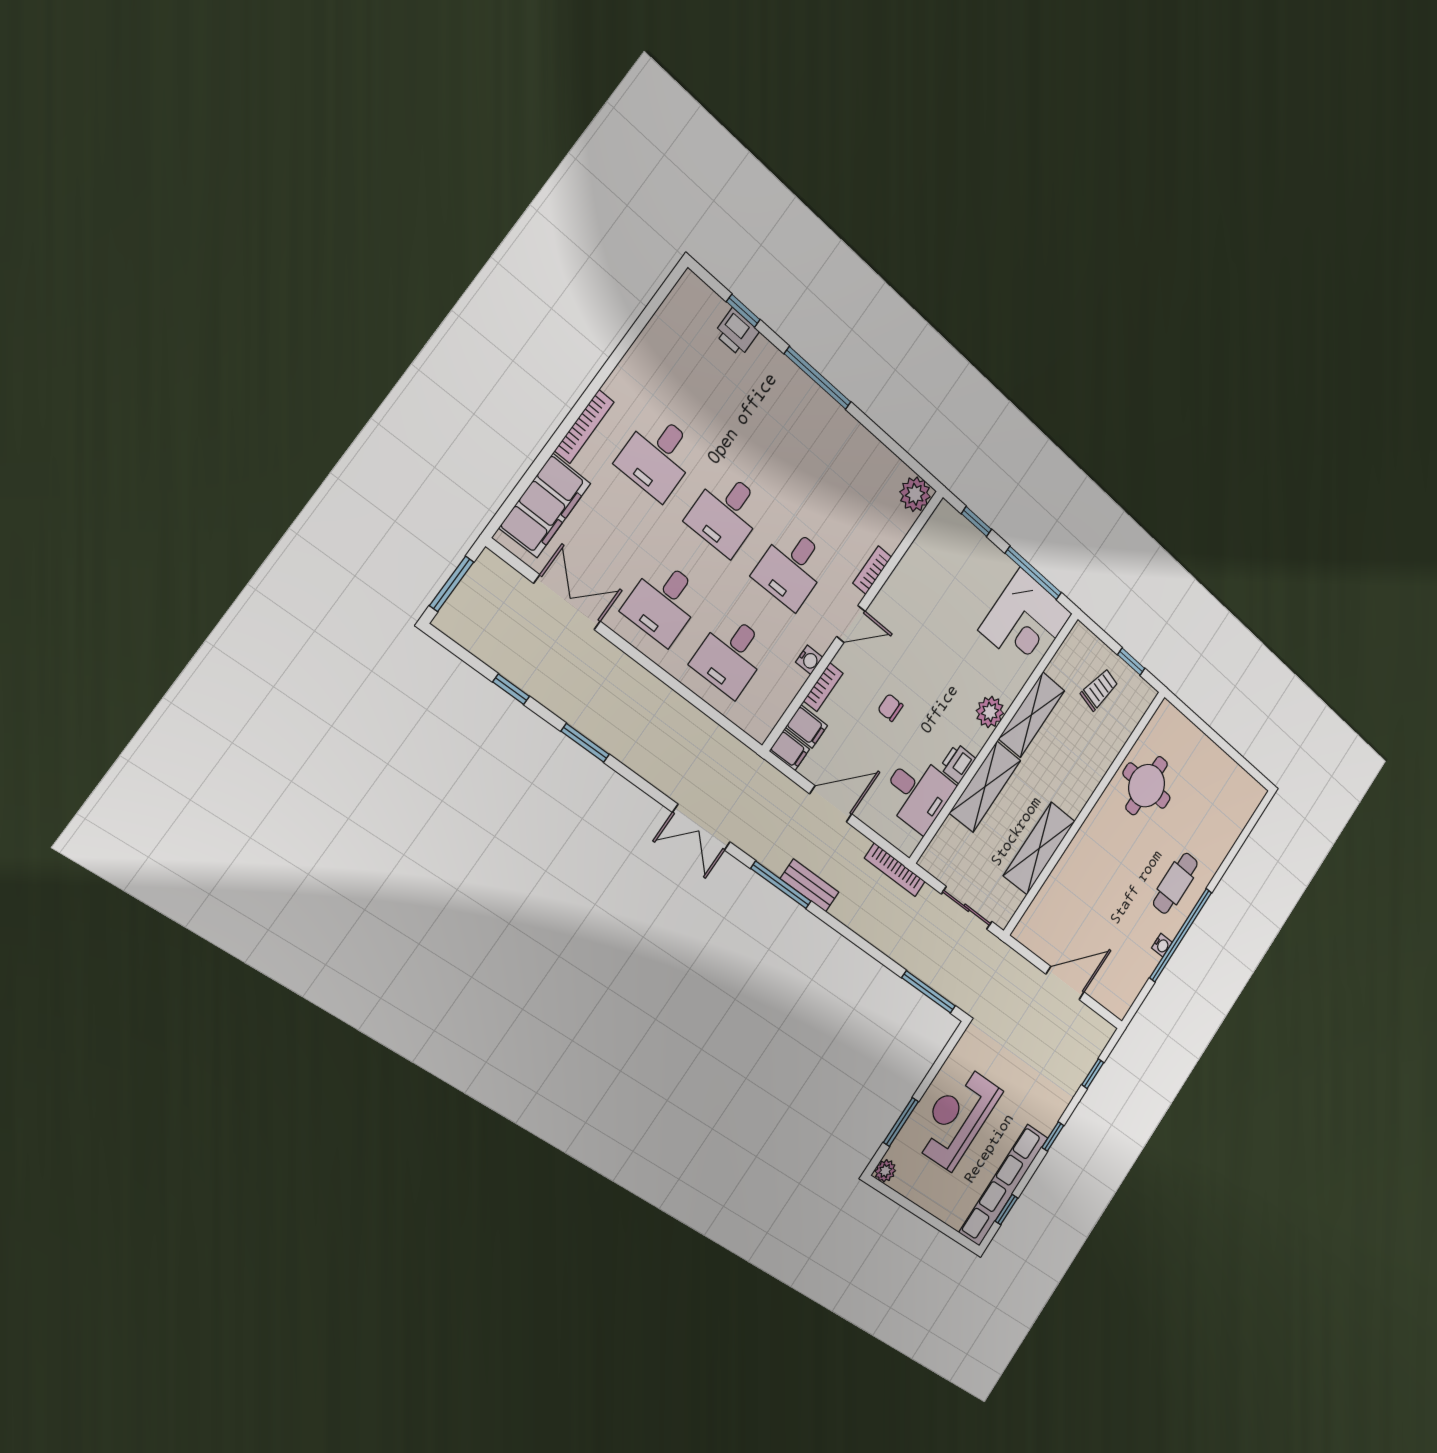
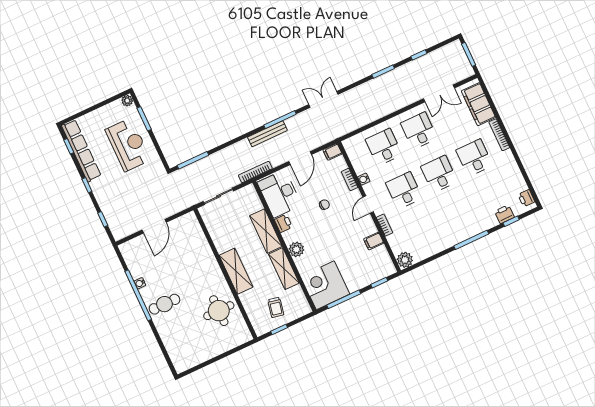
printer: (682, 300) -> (526, 198), added
filing cabinet: (806, 726) -> (374, 241), moved
desk: (918, 793) -> (279, 194), width x1.37
shelving: (1039, 848) -> (236, 271), moved
cafe table: (1175, 883) -> (164, 304), turned 90
bench: (810, 885) -> (267, 134), width x1.36

